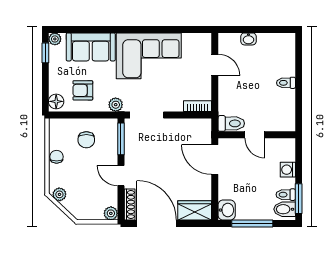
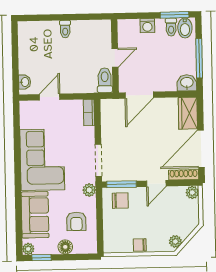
washbasin: (248, 39) -> (25, 82), moved
floor lamp: (56, 101) -> (65, 247), moved
chair: (86, 140) -> (120, 201), moved

